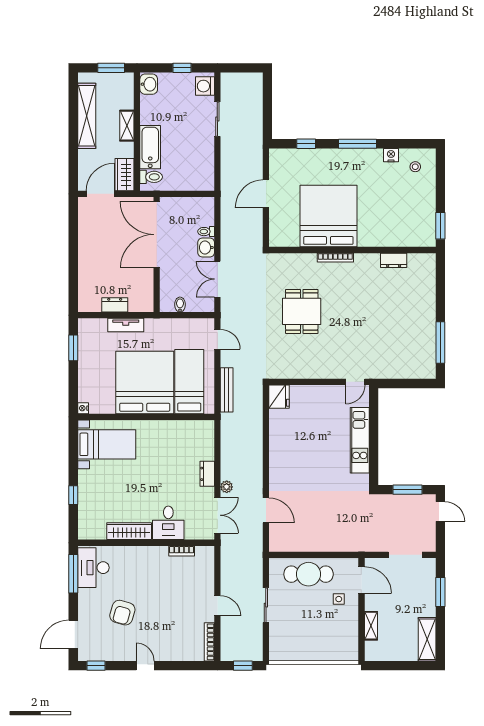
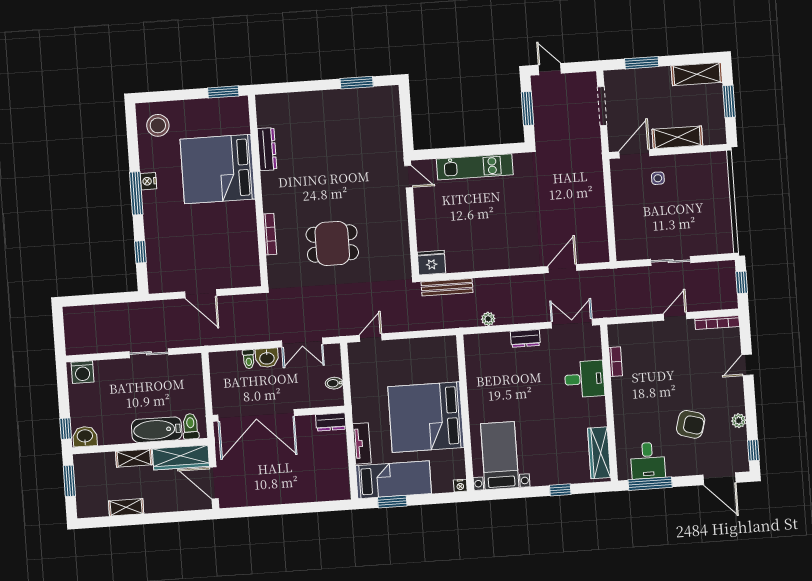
window: (182, 68) -> (66, 429), moved
shelving: (87, 116) -> (126, 507), width x0.45, depth x0.75
sliding door: (217, 119) -> (149, 353), moved
nightstand: (391, 155) -> (148, 181), moved
stool: (415, 167) -> (158, 125), width x1.89, depth x1.89
wardrobe: (125, 175) -> (181, 457), width x1.50
bed: (328, 216) -> (218, 169), moved
bookcase: (335, 258) -> (270, 234), moved
dresser: (394, 260) -> (267, 149), width x1.44
dresser: (115, 305) -> (331, 422), moved, turned -90
window: (440, 342) -> (357, 83), width x0.69
bed: (189, 382) -> (394, 480), moved, turned 180
bench: (227, 390) -> (447, 287), moved
plant: (227, 487) -> (488, 319), moved
door: (440, 512) -> (550, 69), hinge flipped
wardrobe: (129, 531) -> (599, 453), moved
desk: (93, 568) -> (648, 461), width x0.73
cafe table: (309, 574) -> (632, 215), removed
shelving: (371, 626) -> (677, 137), width x1.50, depth x1.33
plant: (123, 655) -> (739, 421), added
door: (145, 666) -> (747, 365), moved
window: (401, 666) -> (729, 101), added

